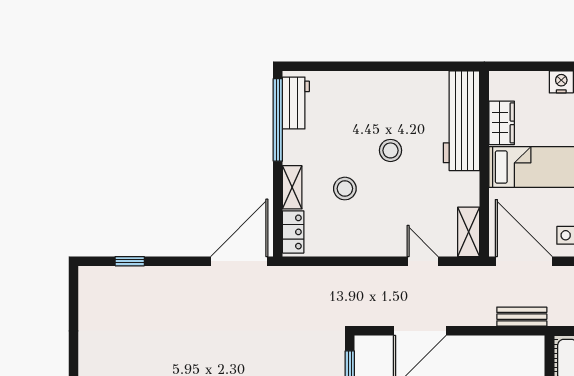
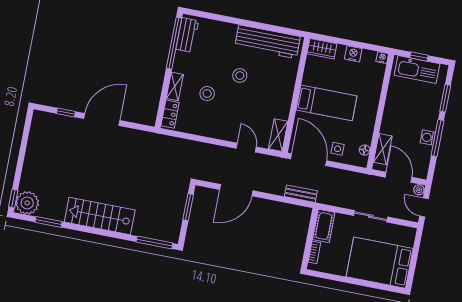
workbench: (462, 121) -> (268, 42), moved, turned -90
wardrobe: (502, 123) -> (322, 49), moved, turned 90
door: (239, 261) -> (102, 120), moved

